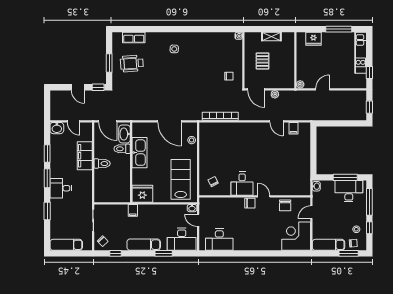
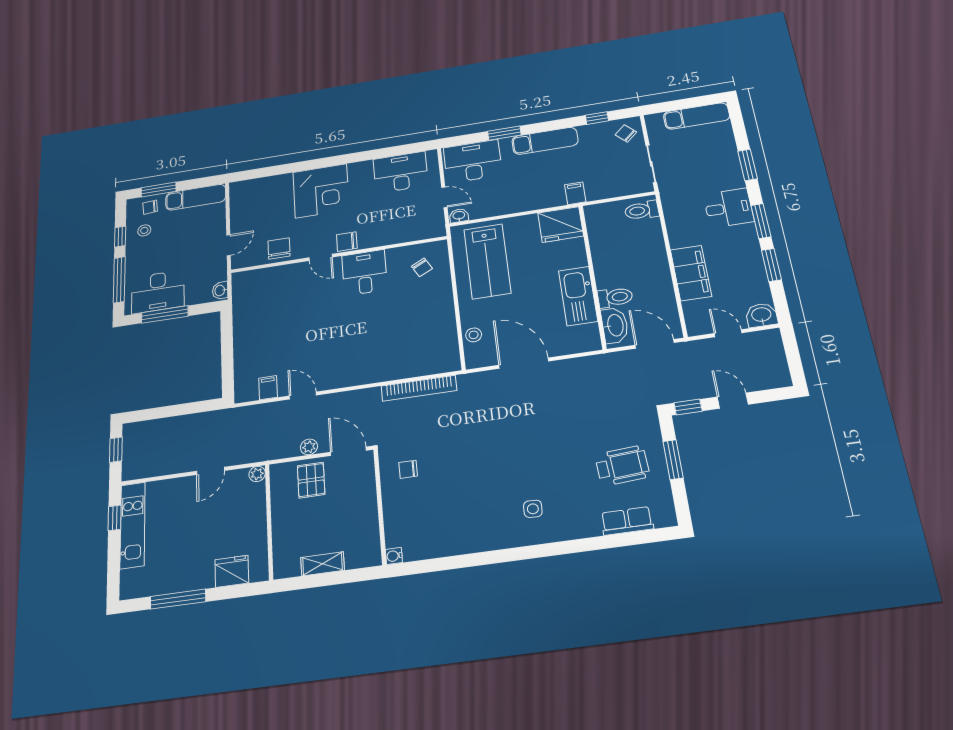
kitchen unit: (361, 53) -> (133, 525), moved
pallet: (263, 61) -> (311, 480), moved
toilet: (102, 164) -> (642, 210), moved
corner desk: (296, 236) -> (321, 191), moved

